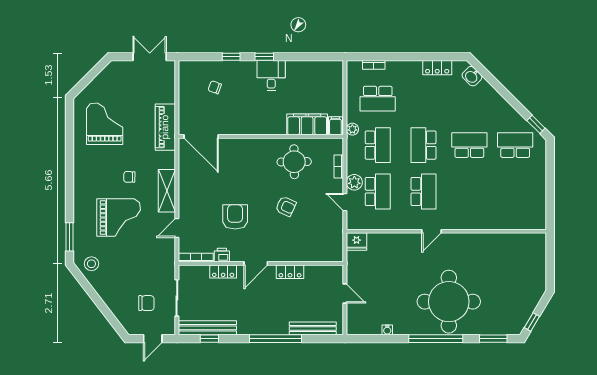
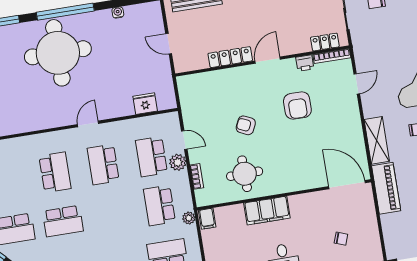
filing cabinet: (307, 124) -> (267, 211), moved
school desk: (424, 145) -> (55, 172), moved
shelving: (167, 191) -> (377, 140), moved
fridge: (357, 242) -> (145, 104), moved
locker: (223, 272) -> (325, 42), moved
locker: (290, 272) -> (230, 57), width x1.53

